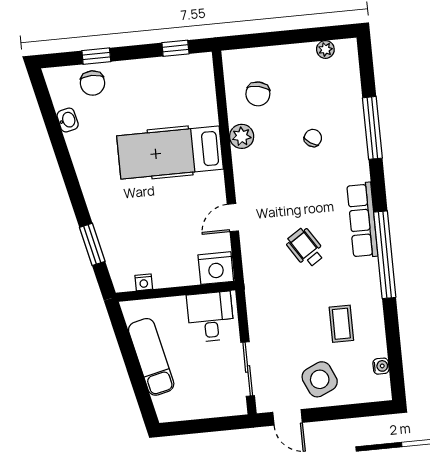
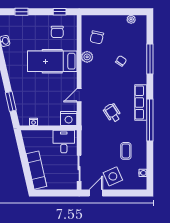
chair: (92, 83) -> (57, 32), moved
exam couch: (151, 357) -> (36, 170), moved
door: (288, 417) -> (96, 193), swing flipped

